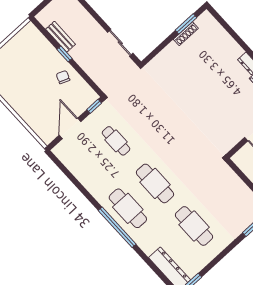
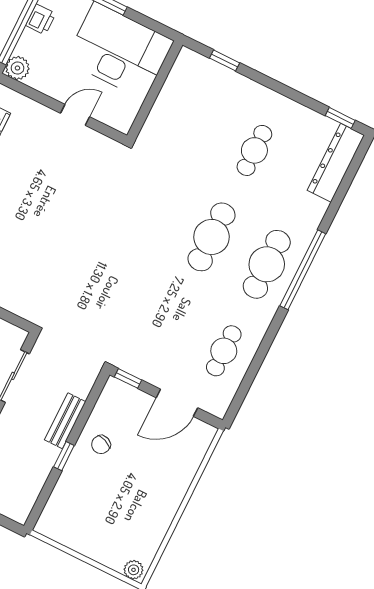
bench: (61, 37) -> (65, 421), moved
cafe table: (116, 141) -> (224, 351), moved
cafe table: (194, 226) -> (254, 150), width x0.73, depth x0.74

